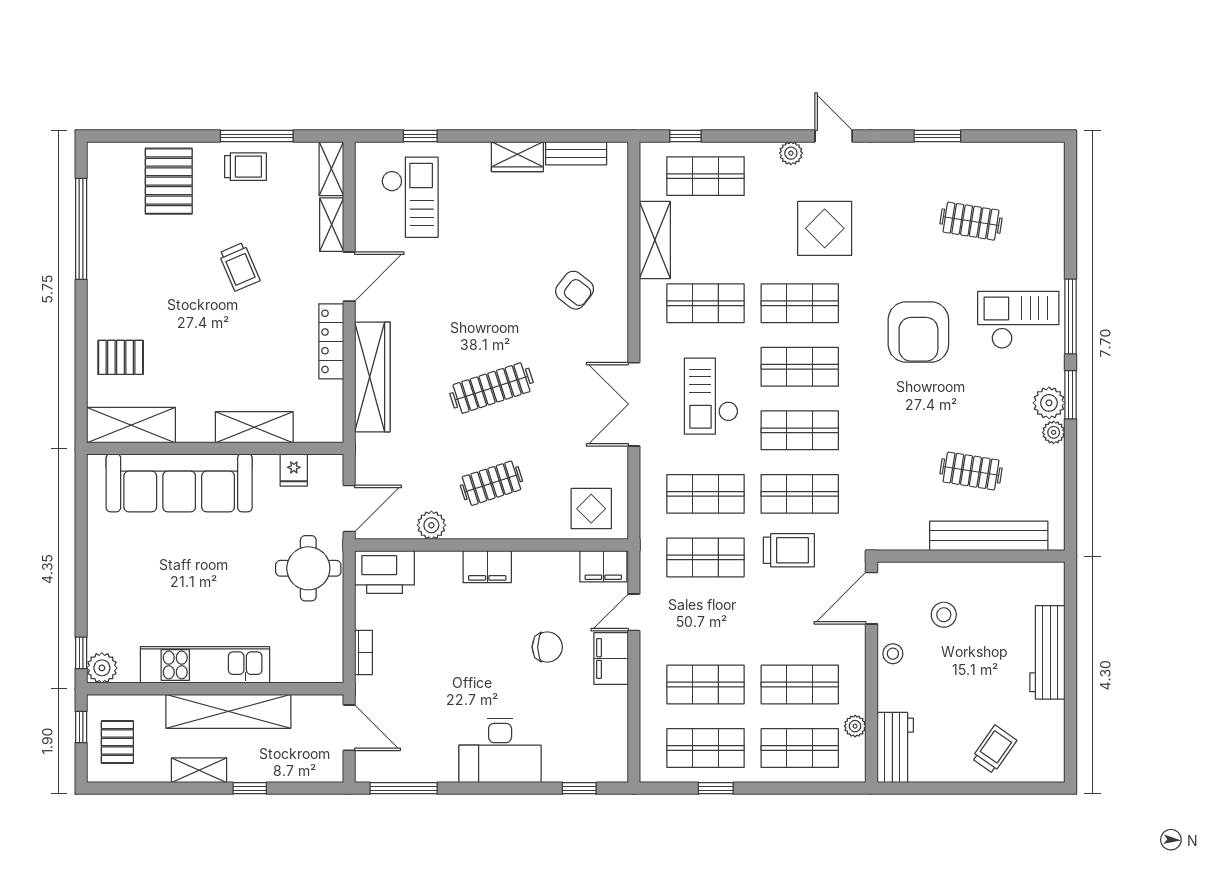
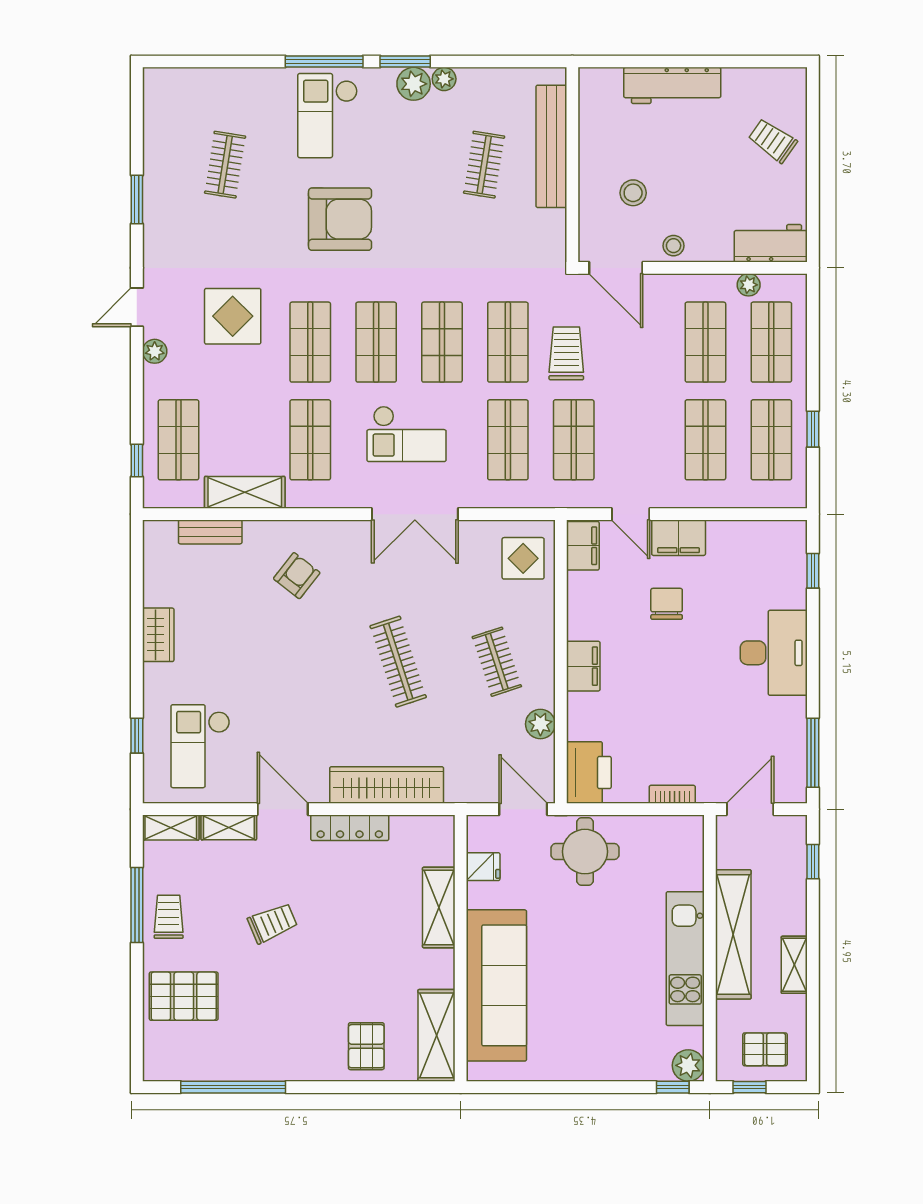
bench: (576, 153) -> (210, 532), moved, turned 90
checkout: (410, 197) -> (200, 746), turned -90
window: (250, 788) -> (813, 862), moved

